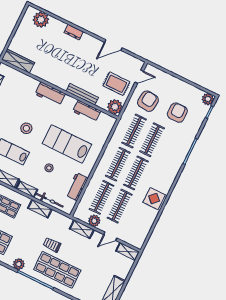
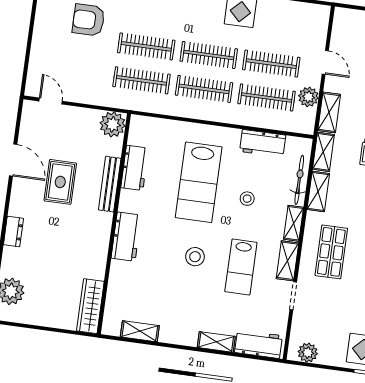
rug: (116, 84) -> (60, 182), moved
armchair: (148, 101) -> (86, 74), removed
shelving: (128, 251) -> (323, 152), moved

